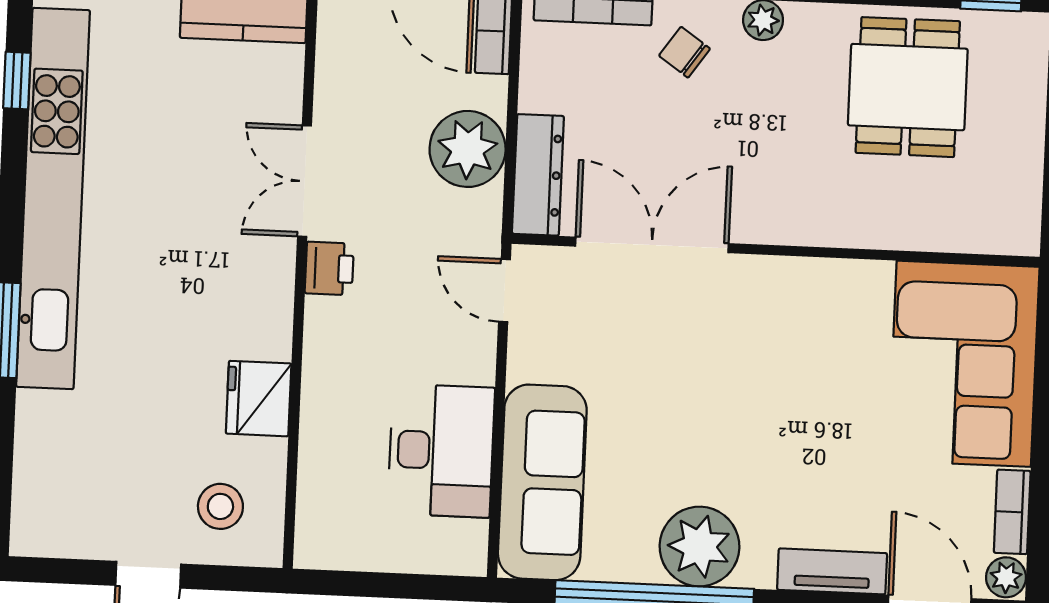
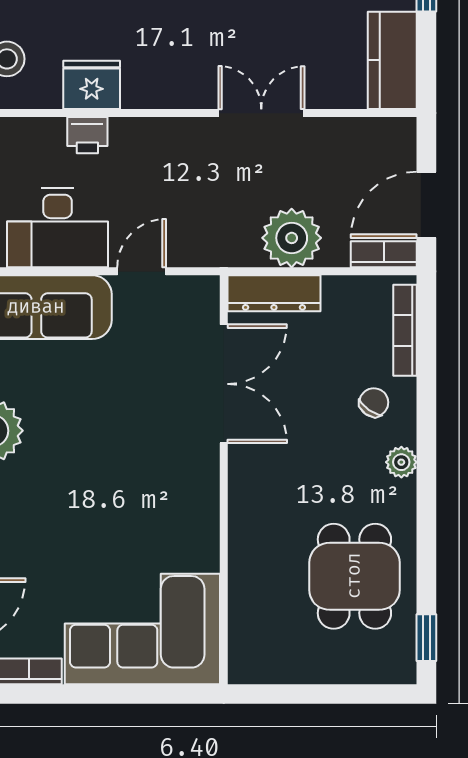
dining table: (908, 87) -> (354, 576), turned 90
printer: (329, 268) -> (87, 135), moved
door: (504, 291) -> (142, 271), moved

